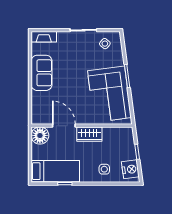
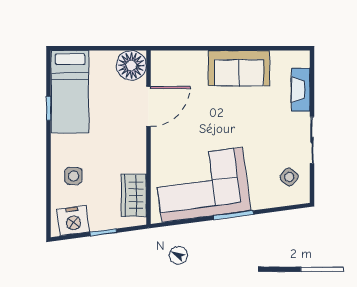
fireplace: (44, 37) -> (301, 90), moved
wardrobe: (89, 134) -> (134, 195), moved

